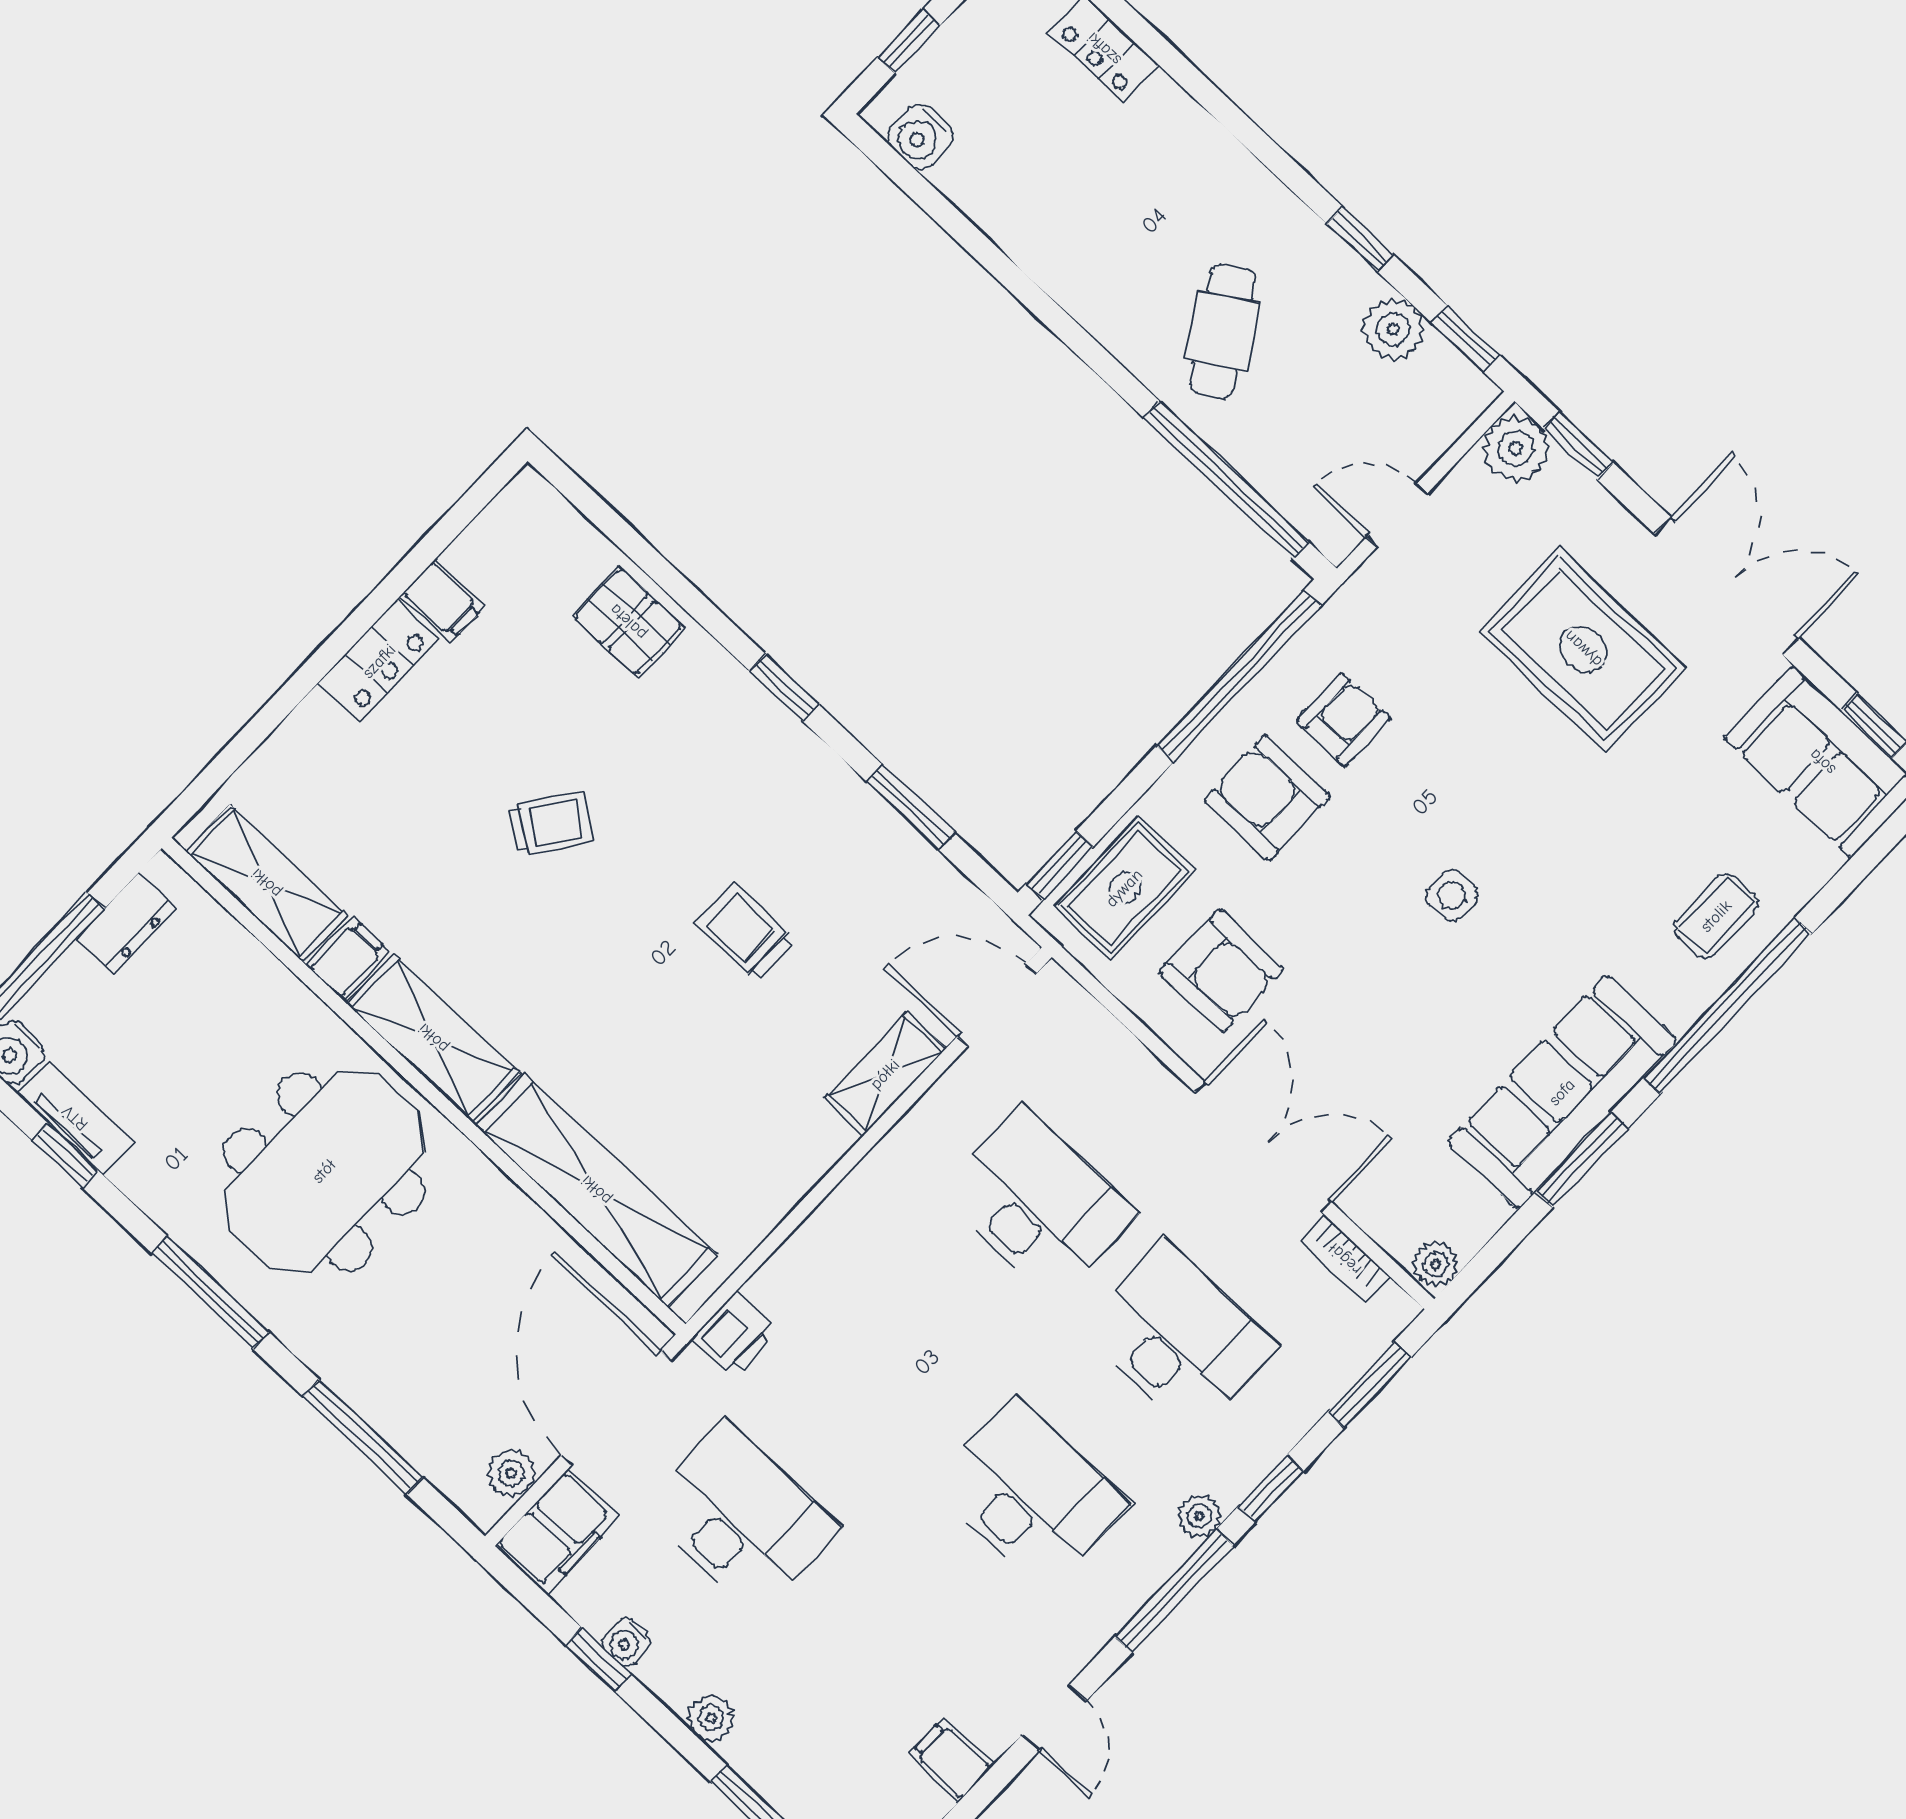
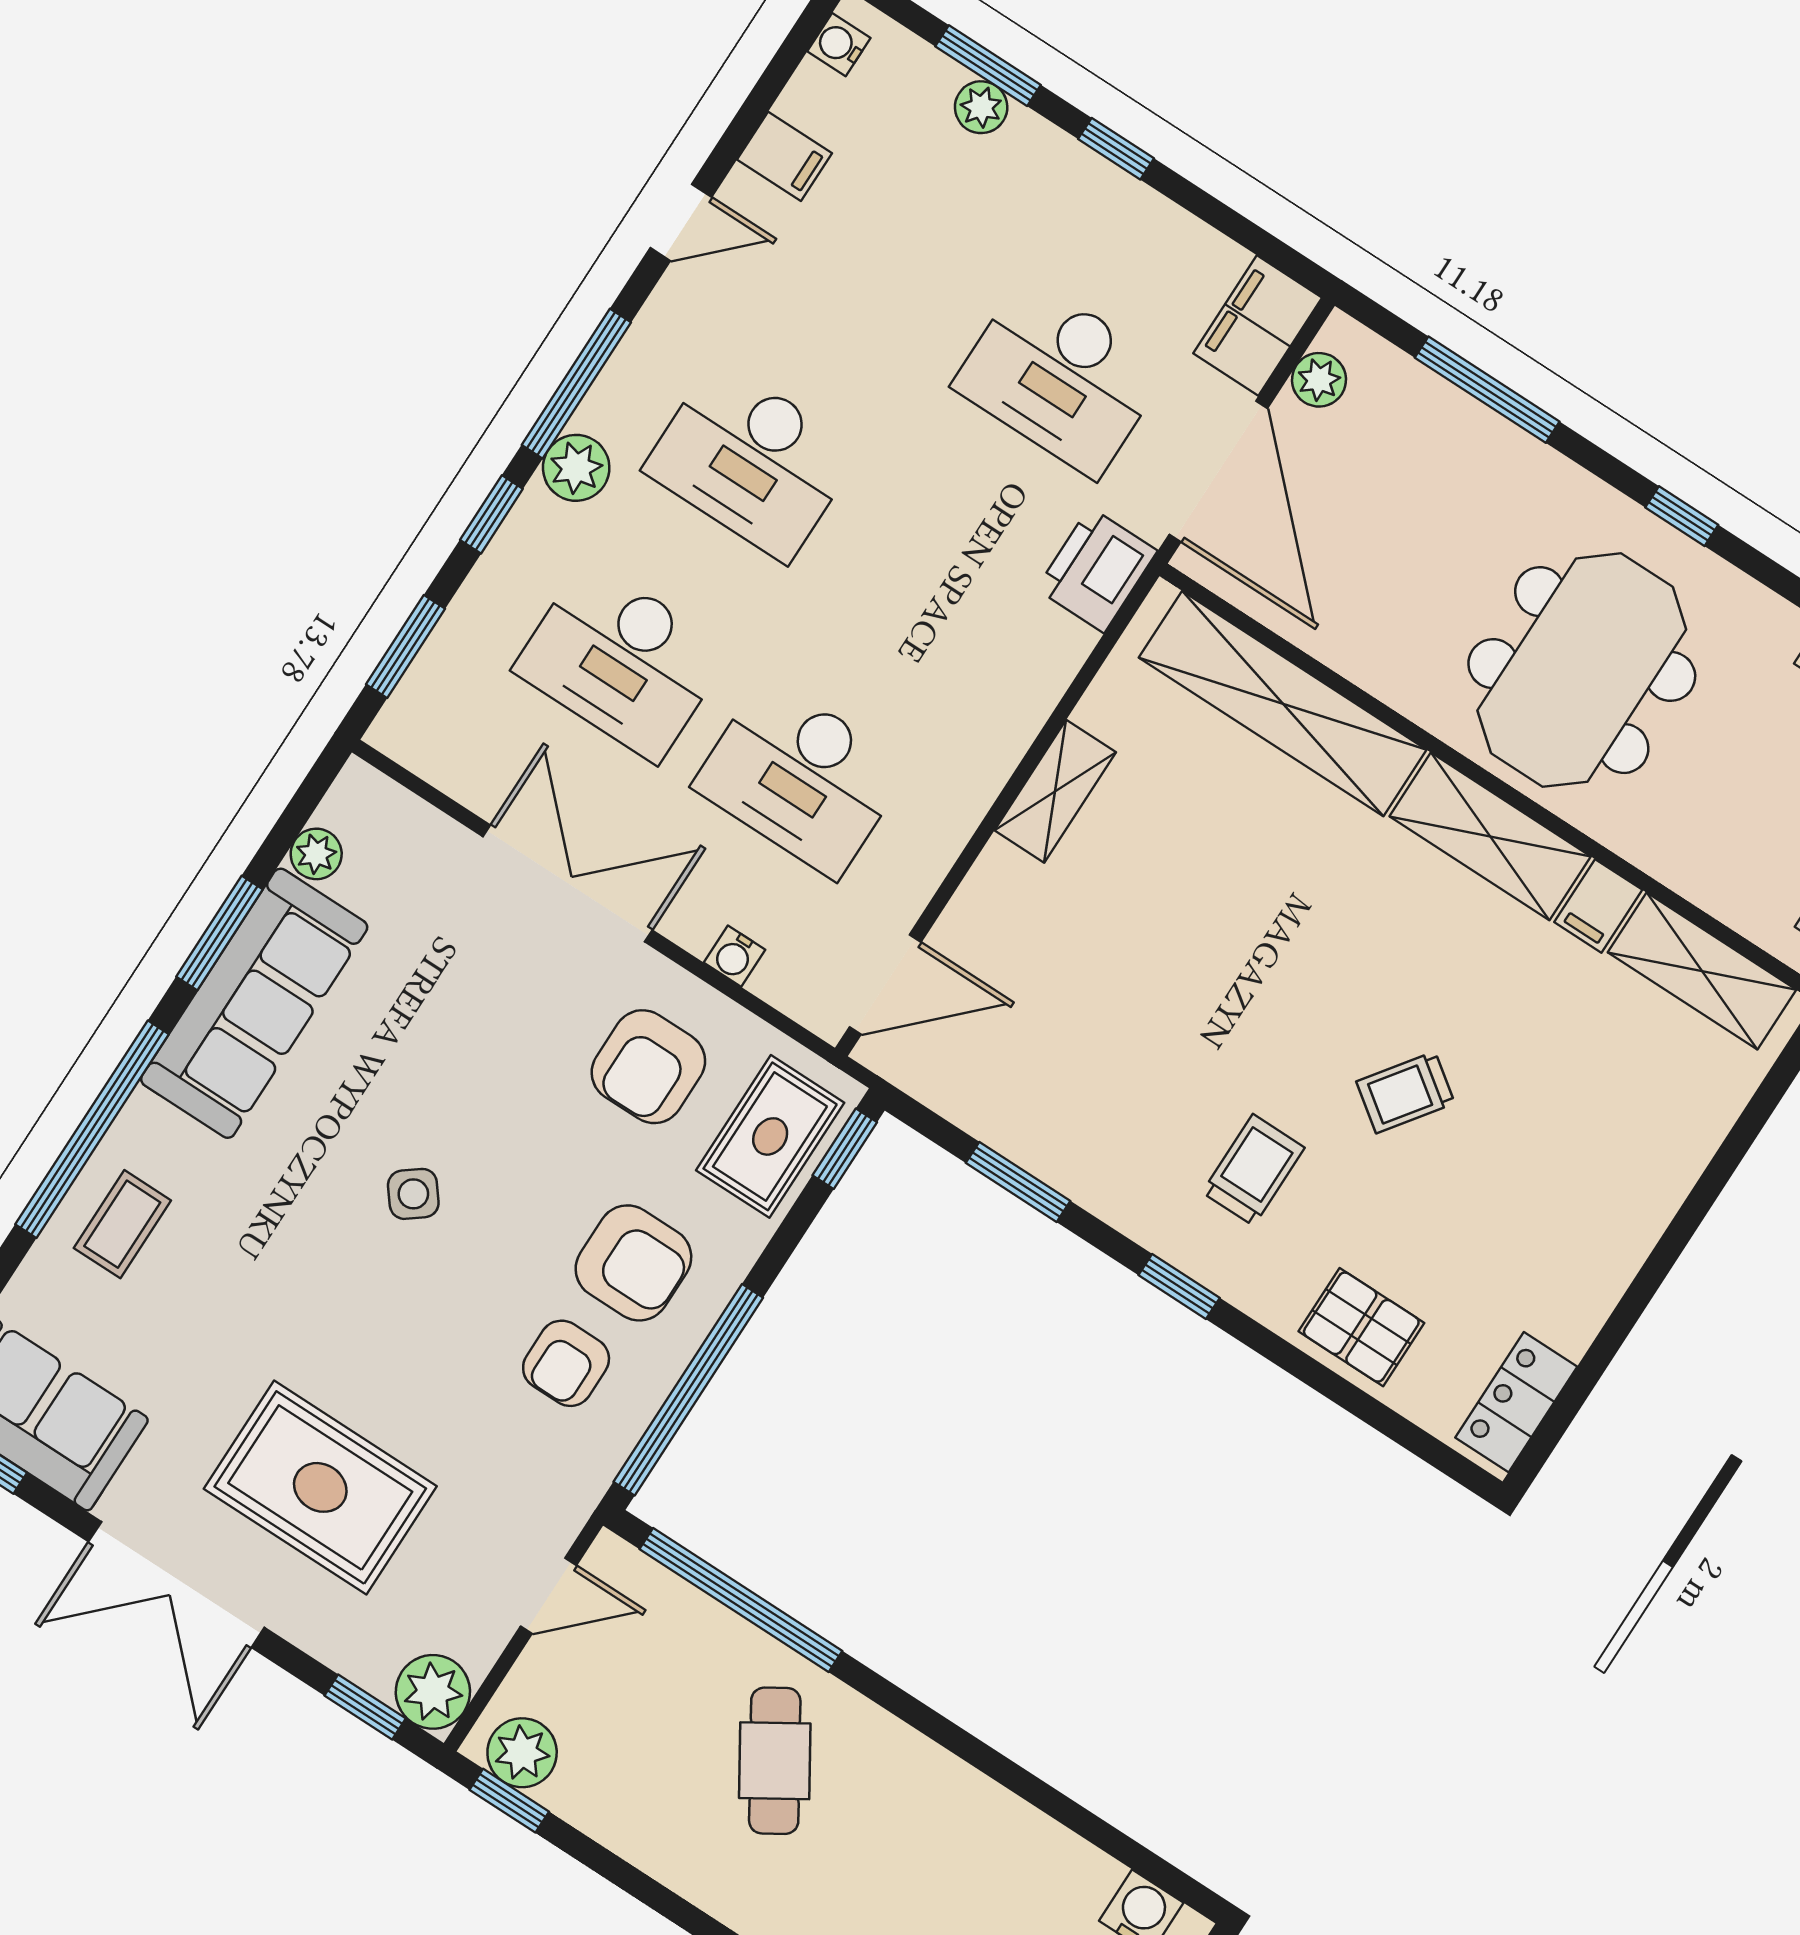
window: (1360, 239) -> (643, 1888), removed
plant: (1393, 329) -> (522, 1753), moved
filing cabinet: (443, 601) -> (1567, 1313), removed
locker: (379, 661) -> (1516, 1402), moved
side table: (1452, 896) -> (413, 1194), turned -37
trolley: (745, 932) -> (1253, 1170), moved, turned -90
armchair: (1221, 971) -> (648, 1067), turned -90
shelving: (885, 1074) -> (1055, 791), moved
double door: (1263, 1147) -> (568, 883), swing flipped
bookcase: (1345, 1259) -> (457, 779), removed
plant: (1436, 1264) -> (316, 854), moved
window: (210, 1292) -> (1682, 516), width x0.46
printer: (735, 1335) -> (1097, 570), width x1.36, depth x1.24
plant: (1199, 1516) -> (576, 468), width x1.38, depth x1.38
water cooler: (626, 1642) -> (735, 956), moved, turned 180
window: (598, 1660) -> (1116, 149), moved
plant: (711, 1718) -> (981, 107), moved
door: (1054, 1718) -> (681, 222), swing flipped

